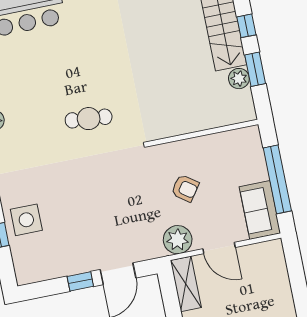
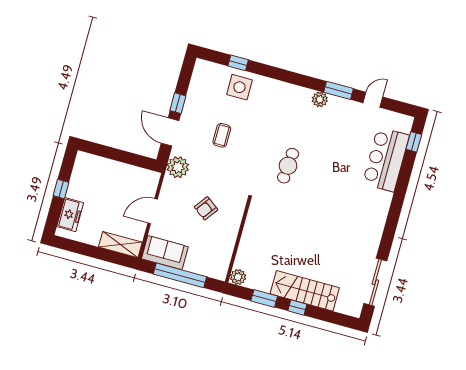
plant: (239, 79) -> (238, 277), moved
coffee table: (92, 212) -> (222, 135), added
plant: (178, 240) -> (178, 167), moved
shelving: (186, 284) -> (120, 245), moved

